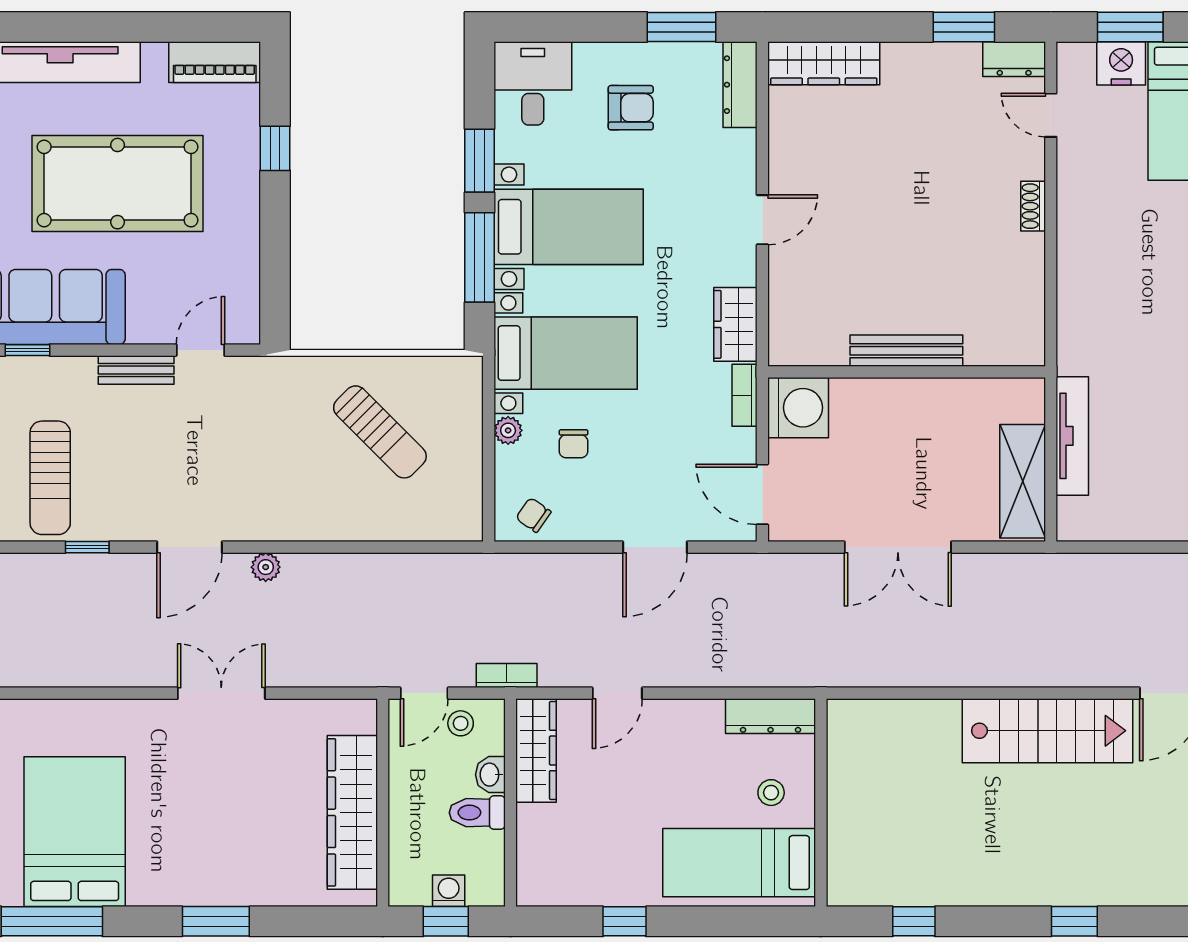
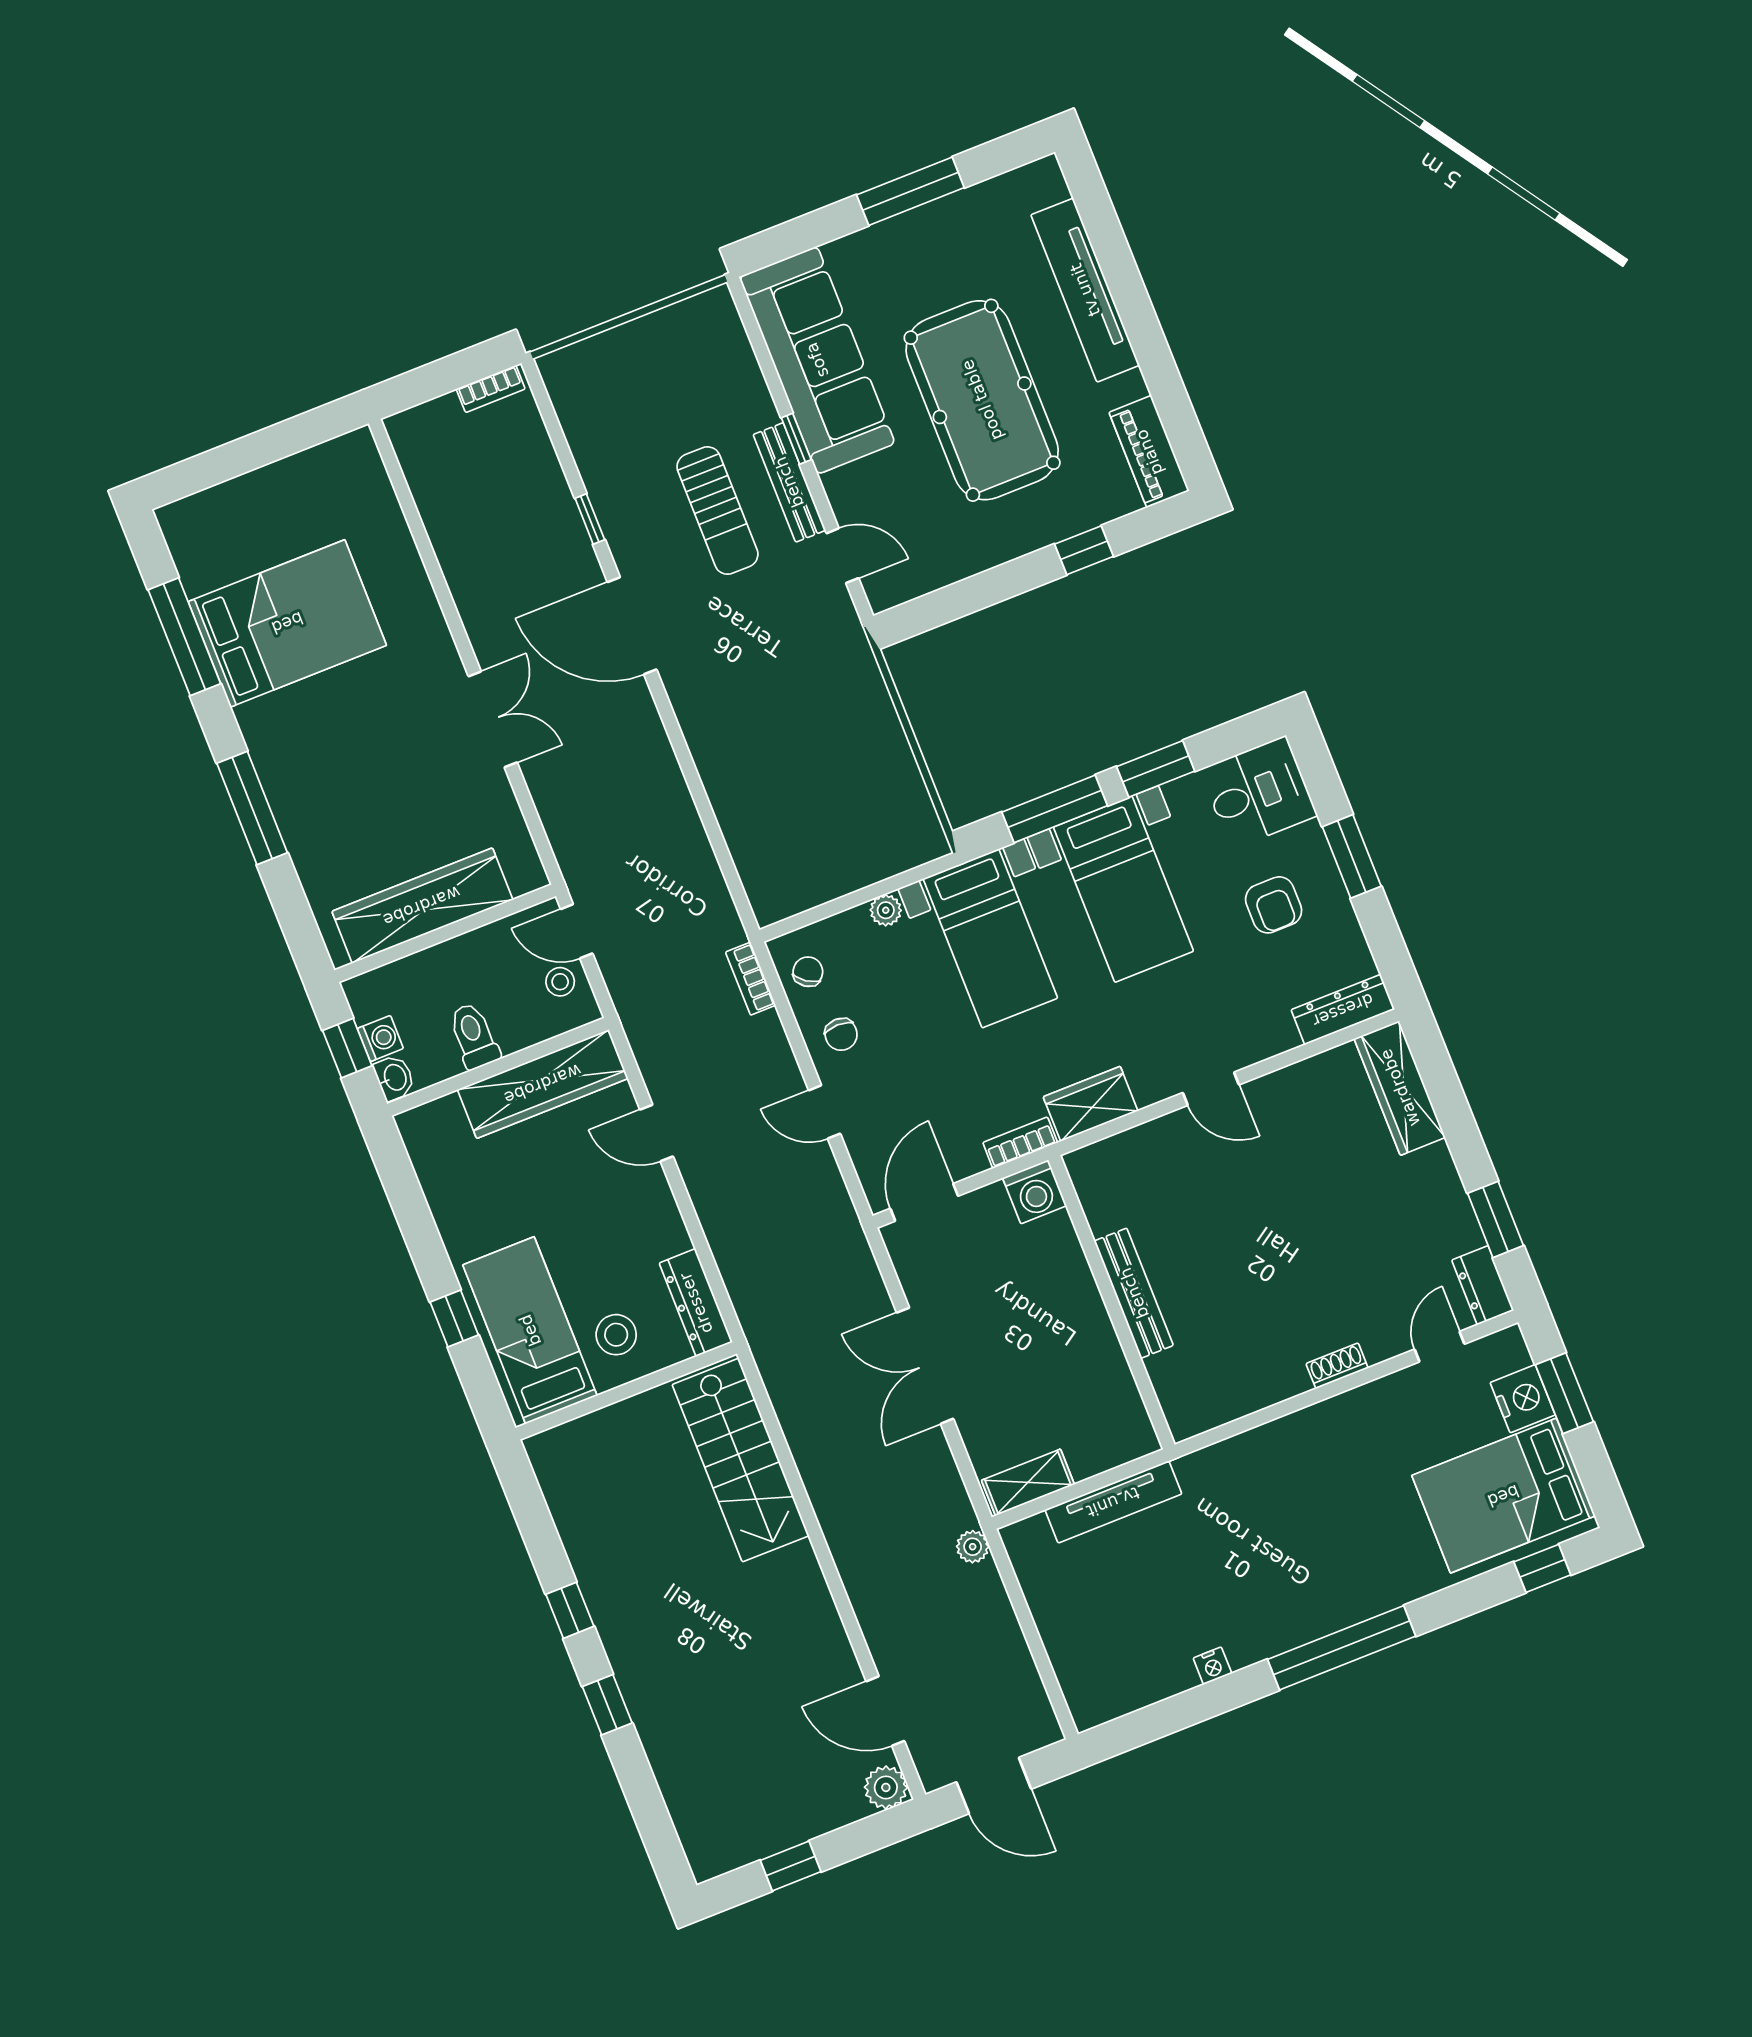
window: (682, 27) -> (1352, 856), moved
window: (27, 350) -> (796, 439), moved
bench: (136, 370) -> (789, 482), width x1.36
washing machine: (798, 408) -> (1035, 1192), width x0.73, depth x0.73
sun lounger: (380, 432) -> (831, 777), removed
chair: (574, 444) -> (841, 1034), moved, turned -90
sun lounger: (50, 478) -> (717, 511), moved, turned -90
shelving: (1023, 481) -> (1028, 1482), width x0.67, depth x0.75
door: (189, 547) -> (632, 626), width x1.36
door: (655, 547) -> (825, 1112), width x0.73
plant: (266, 567) -> (973, 1547), moved
bookcase: (507, 676) -> (751, 979), moved, turned 180
stairs: (1047, 731) -> (741, 1460), moved
wardrobe: (536, 750) -> (543, 1084), width x1.40, depth x1.17
washbasin: (490, 775) -> (394, 1078), moved, turned 90
stool: (771, 793) -> (616, 1335), width x1.37, depth x1.37
window: (216, 921) -> (252, 808), width x1.44
window: (624, 921) -> (454, 1318), moved
window: (914, 921) -> (570, 1610), moved

